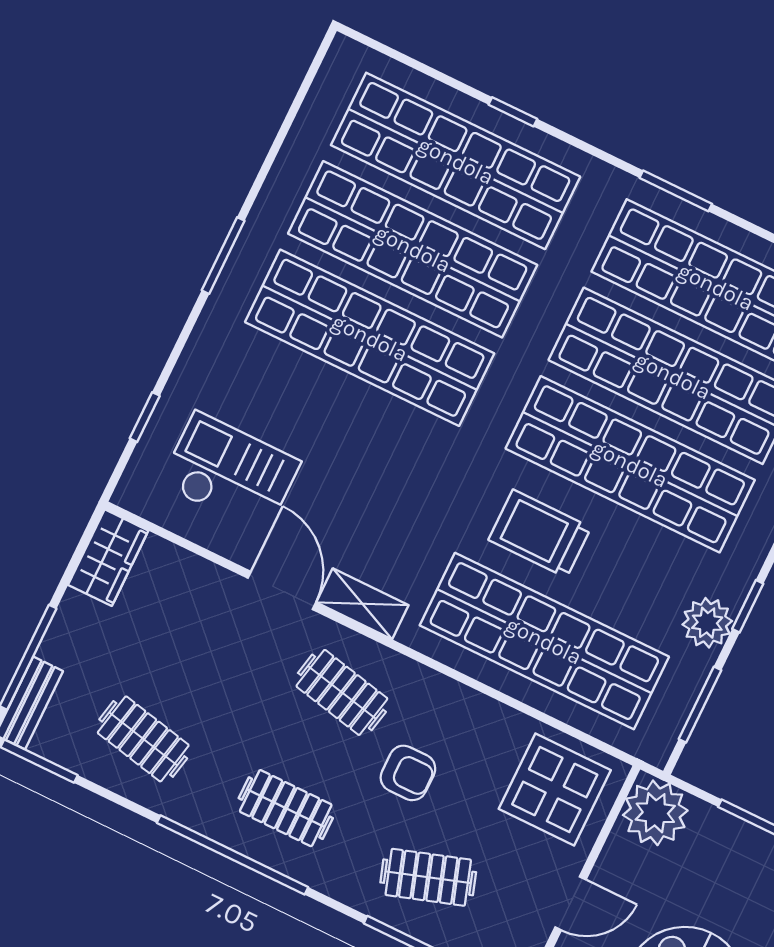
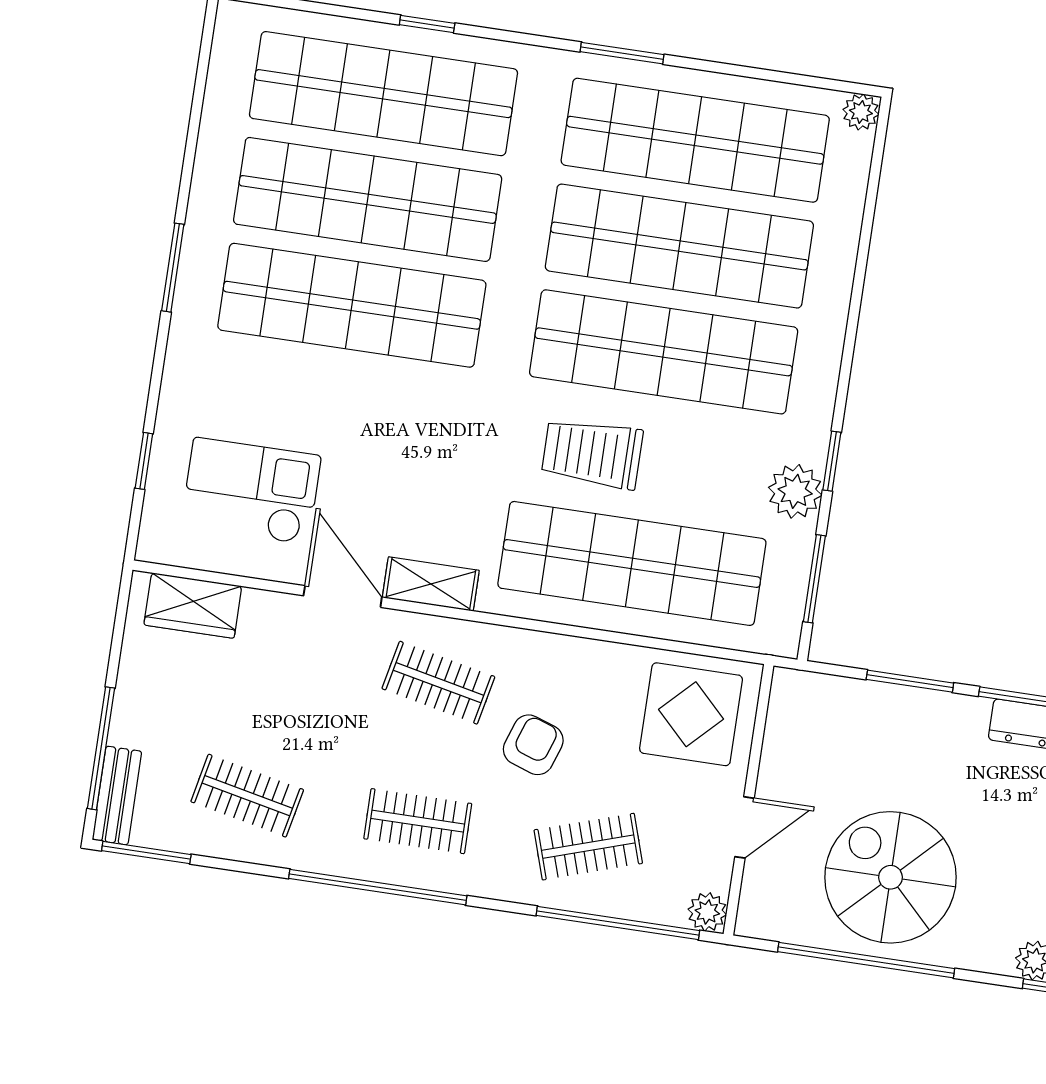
wardrobe: (108, 558) -> (193, 605), moved, turned 90
armchair: (408, 773) -> (533, 745), turned -71
plant: (655, 813) -> (803, 706), removed

